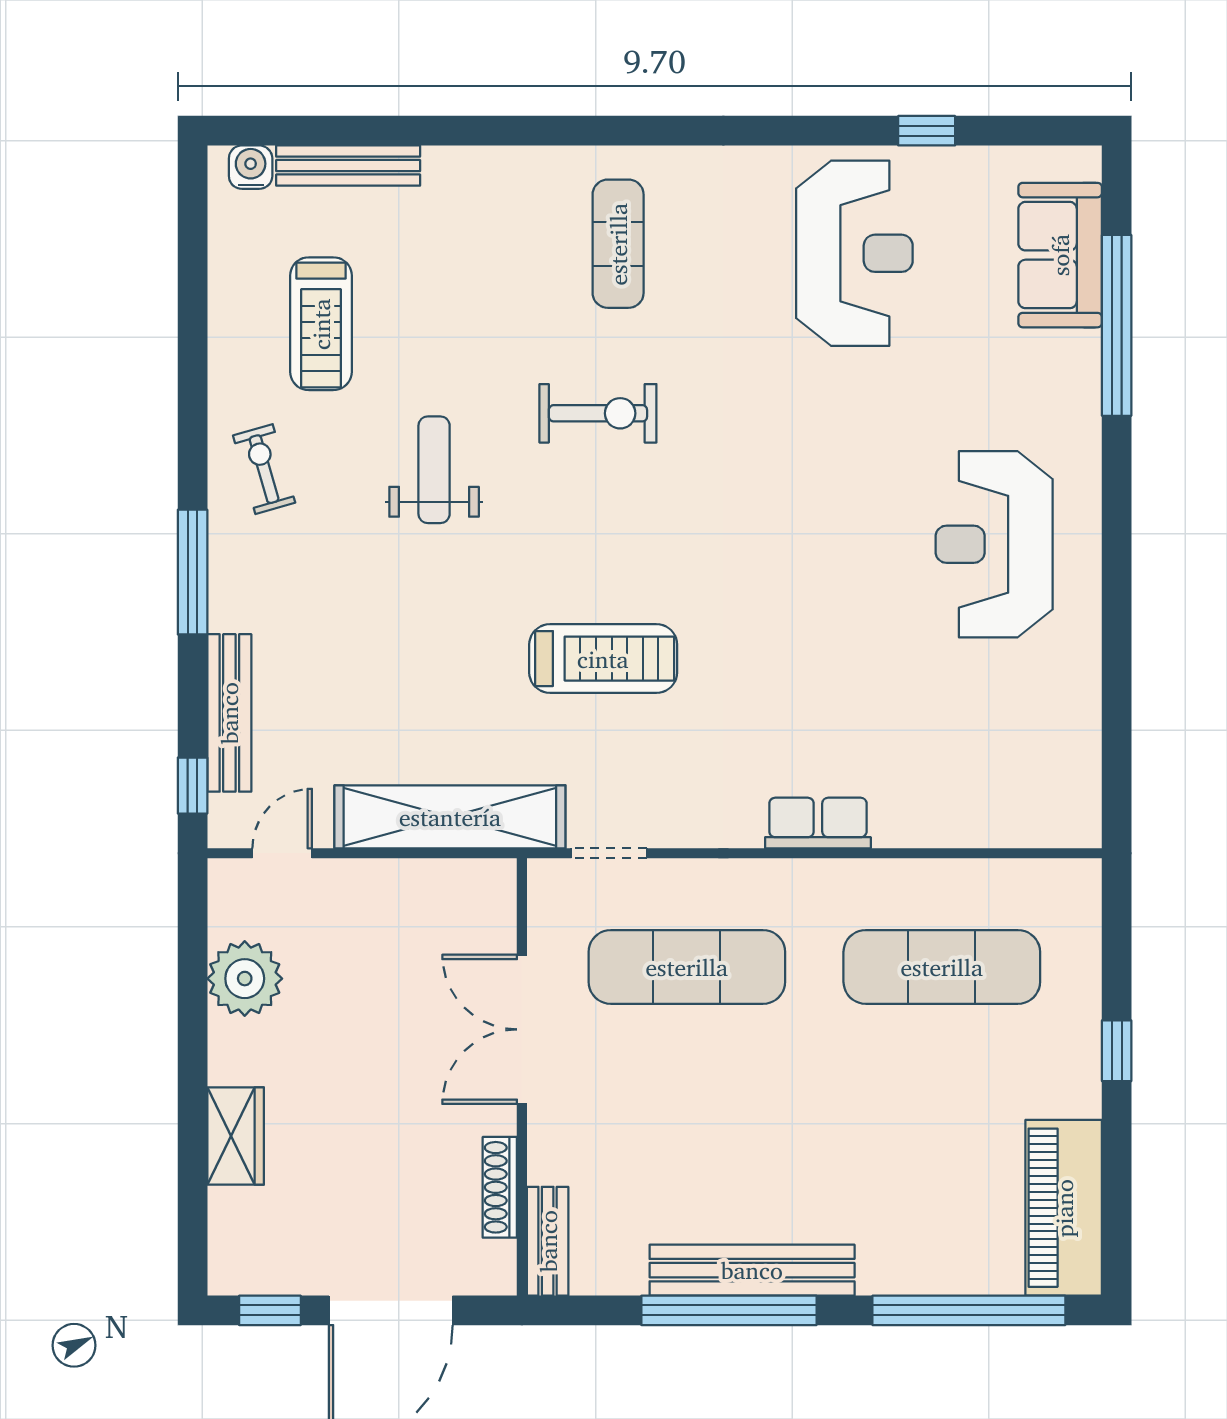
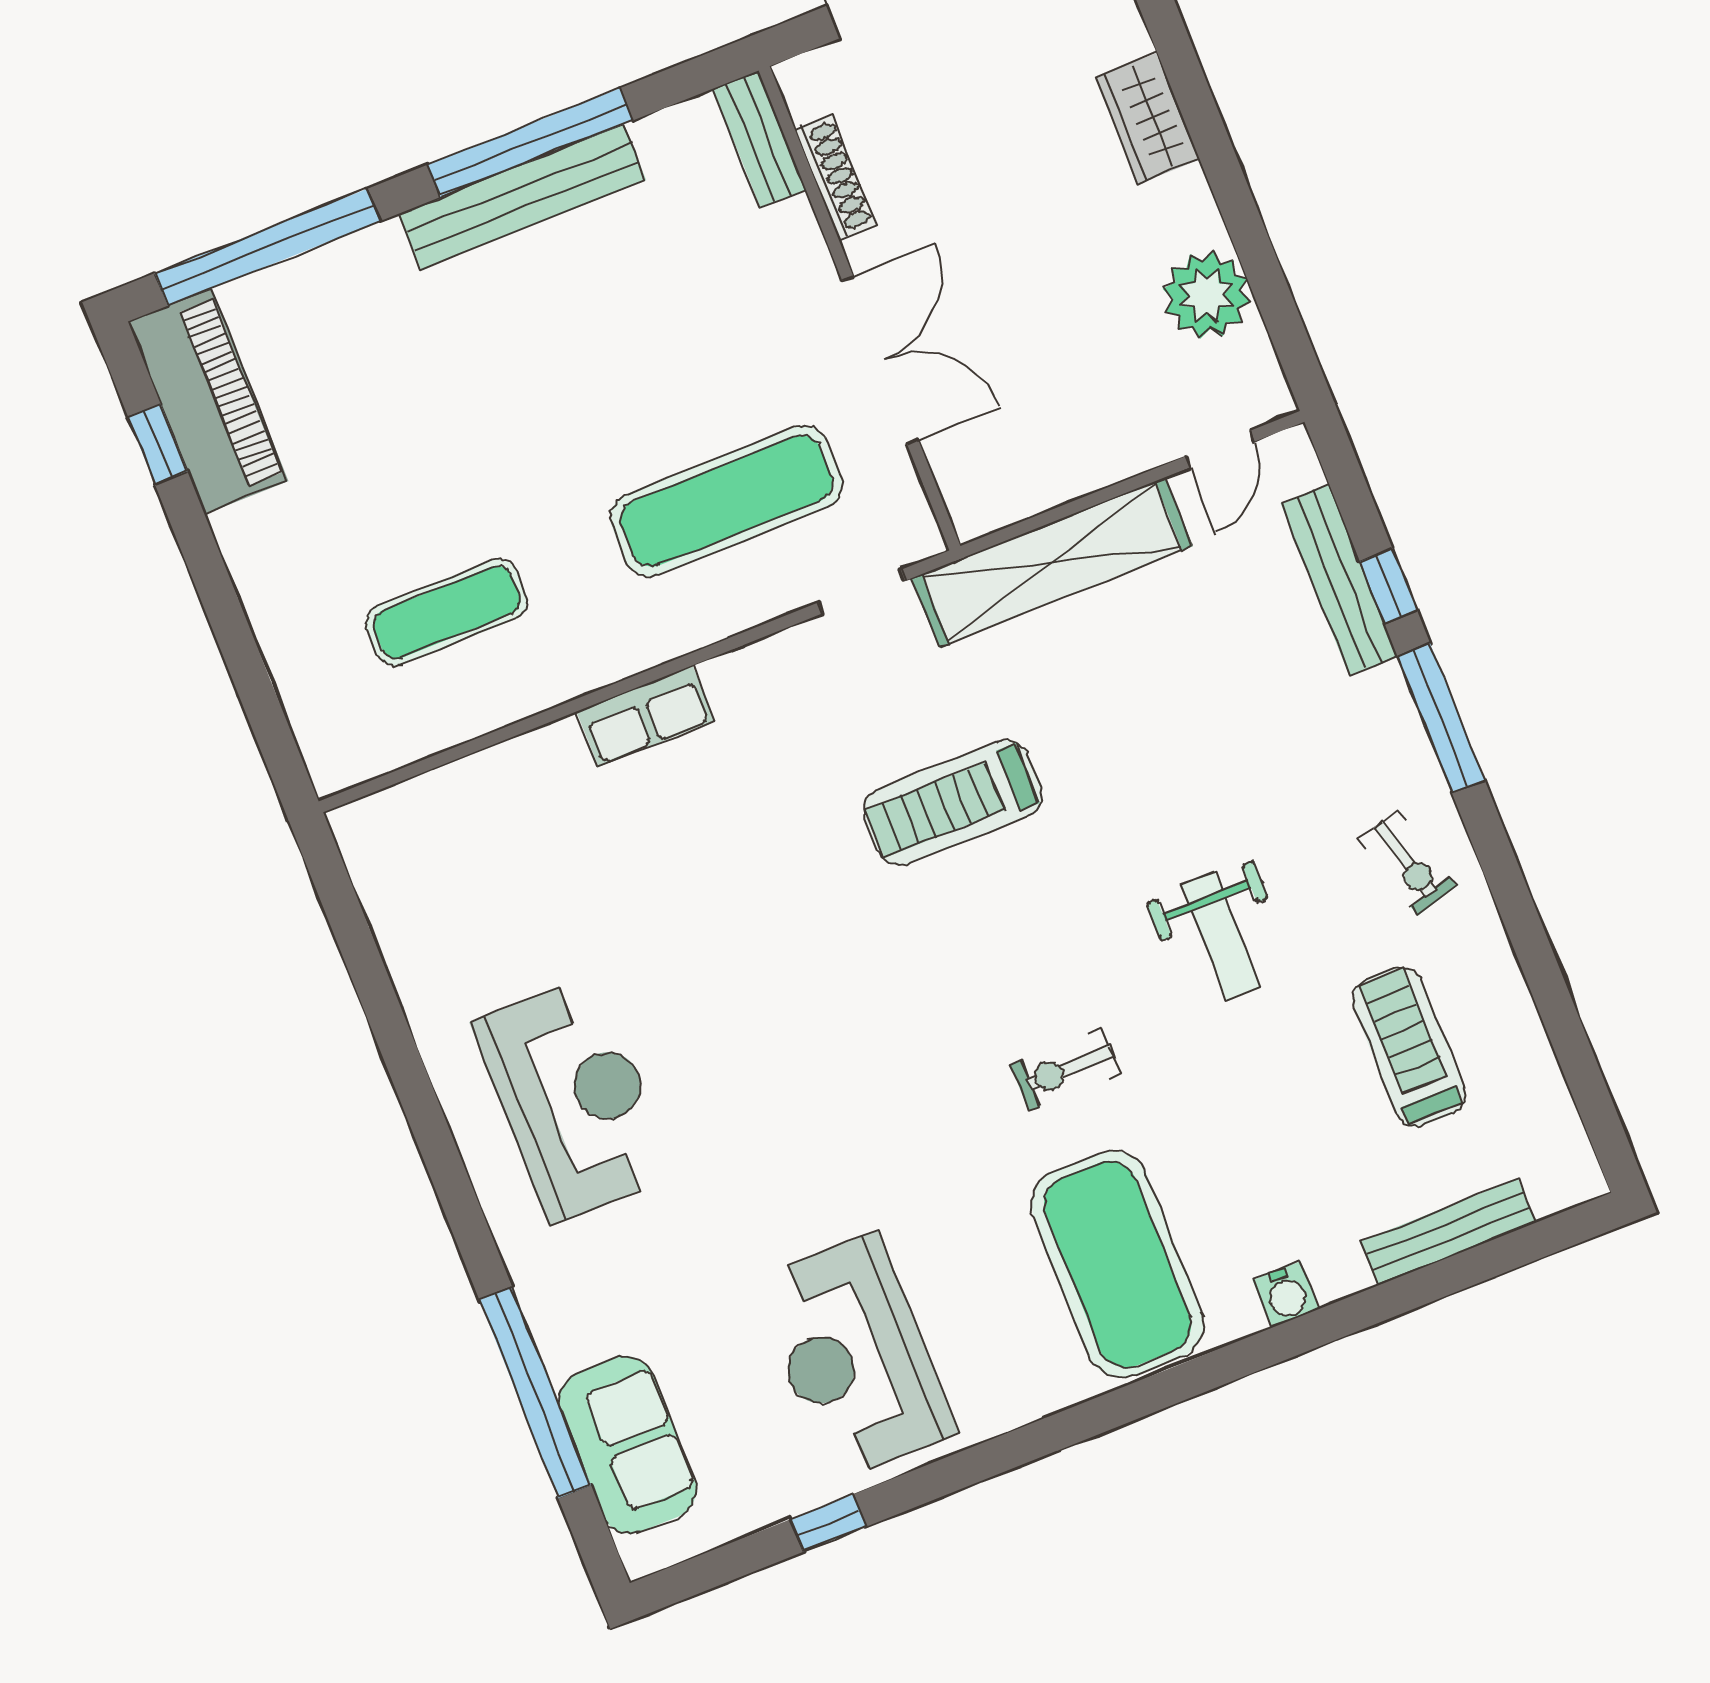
water cooler: (251, 167) -> (1286, 1295), moved
exercise mat: (618, 244) -> (1118, 1264), width x2.00, depth x1.45
exercise bike: (598, 413) -> (1066, 1069), width x0.73, depth x0.72
window: (193, 786) -> (1388, 586), moved
exercise mat: (942, 967) -> (447, 612), width x0.73, depth x0.69
window: (1117, 1051) -> (158, 444), moved

